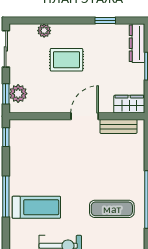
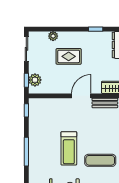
treadmill: (36, 207) -> (69, 148), moved, turned 90

